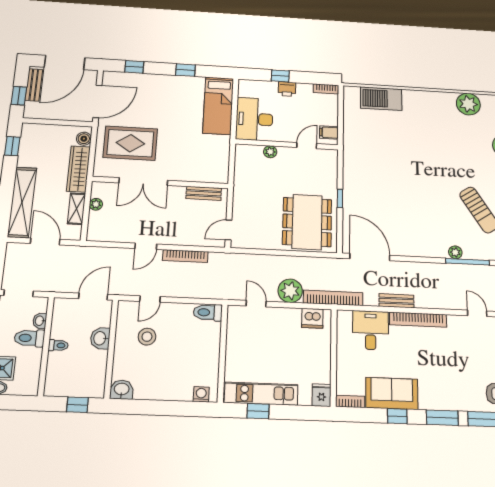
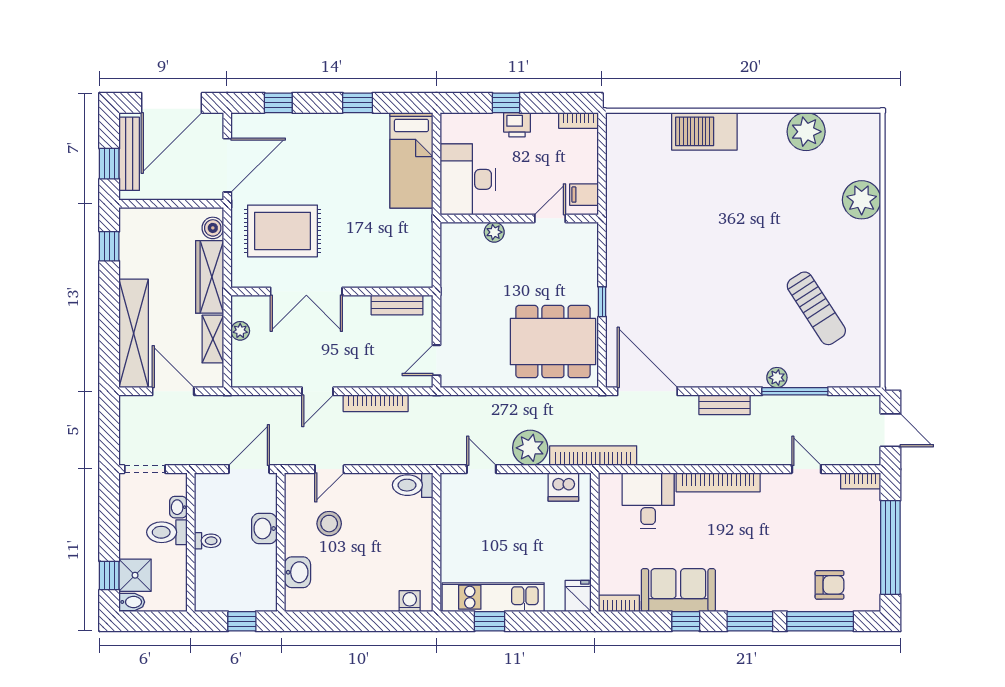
bench: (34, 85) -> (129, 154), width x1.36
barbecue: (381, 99) -> (704, 131), moved
dining table: (307, 222) -> (553, 342), turned 90
bench: (396, 301) -> (725, 405), moved
washbasin: (122, 390) -> (297, 572), moved, turned 90

